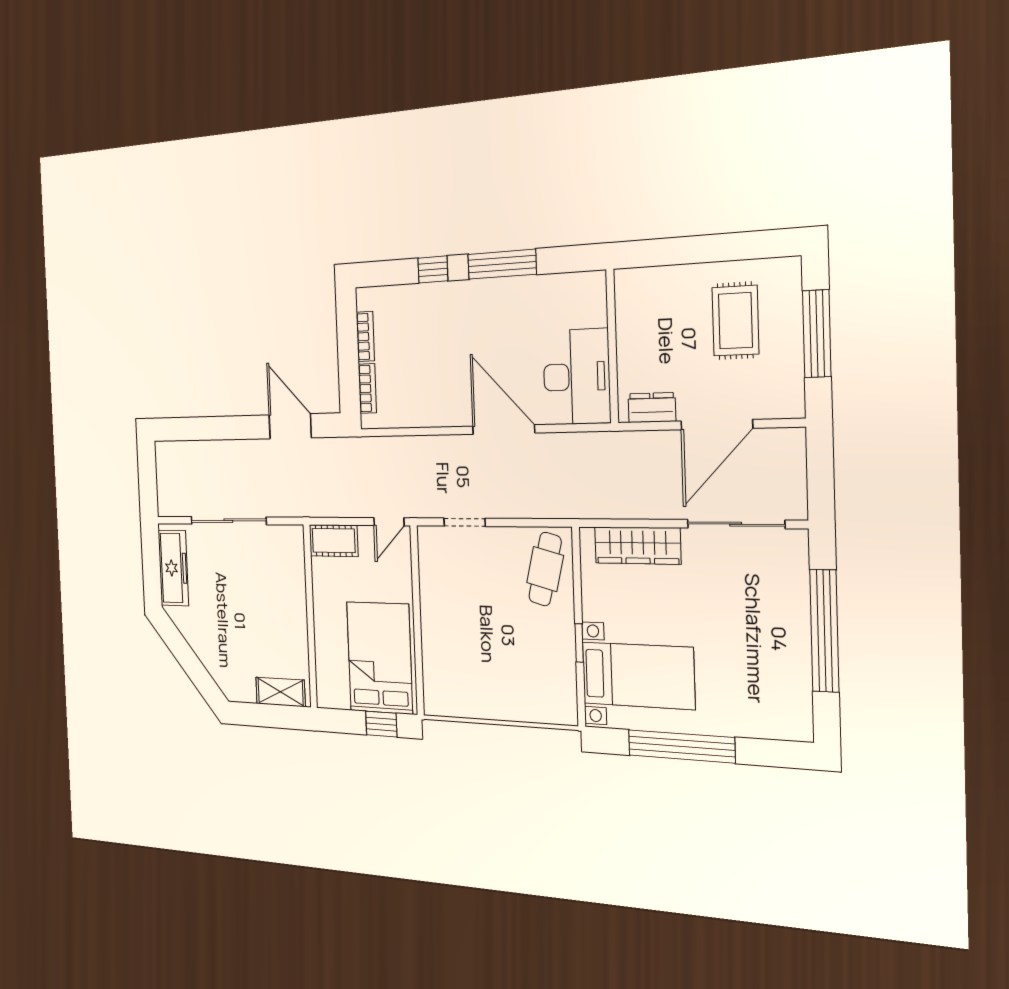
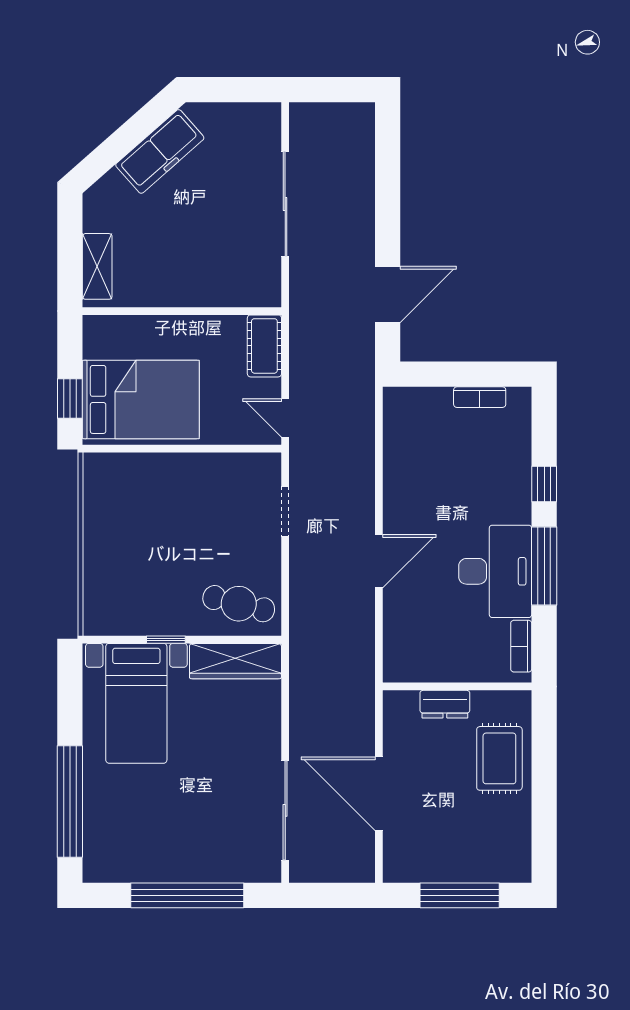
rug: (735, 321) -> (499, 758), moved, turned 90
desk: (577, 377) -> (495, 571), moved, turned -90
bookcase: (367, 388) -> (521, 646), moved, turned 90
dresser: (652, 408) -> (445, 704), moved, turned 90
door: (504, 429) -> (379, 561), width x0.73
wardrobe: (638, 546) -> (235, 661), moved, turned -90
freezer: (173, 568) -> (160, 151), moved, turned -41
window: (681, 746) -> (70, 801), moved

